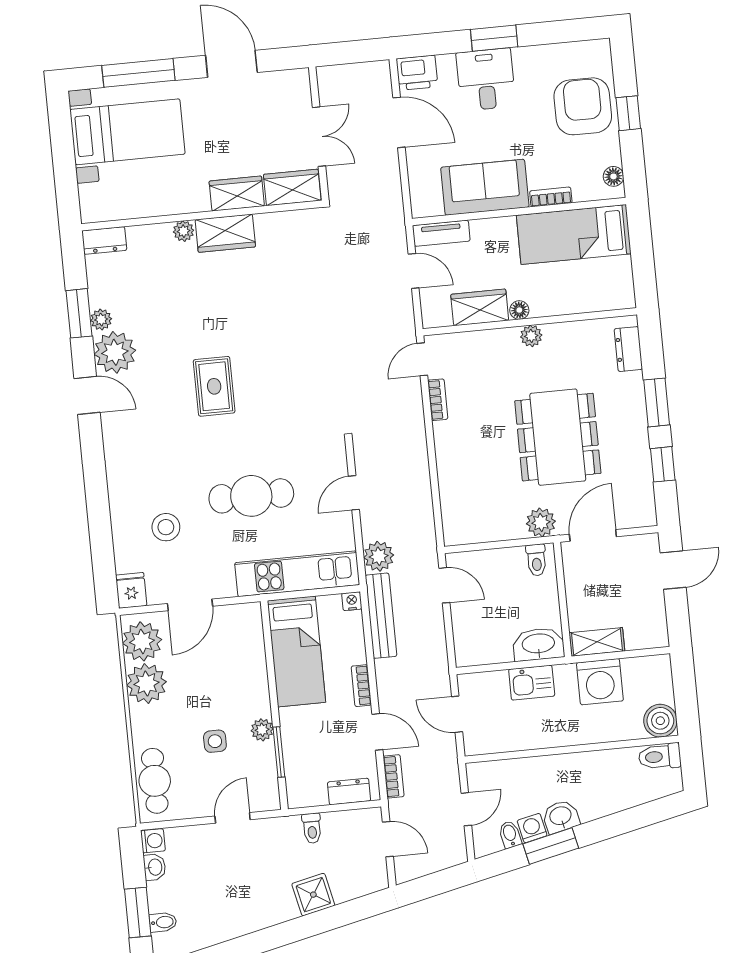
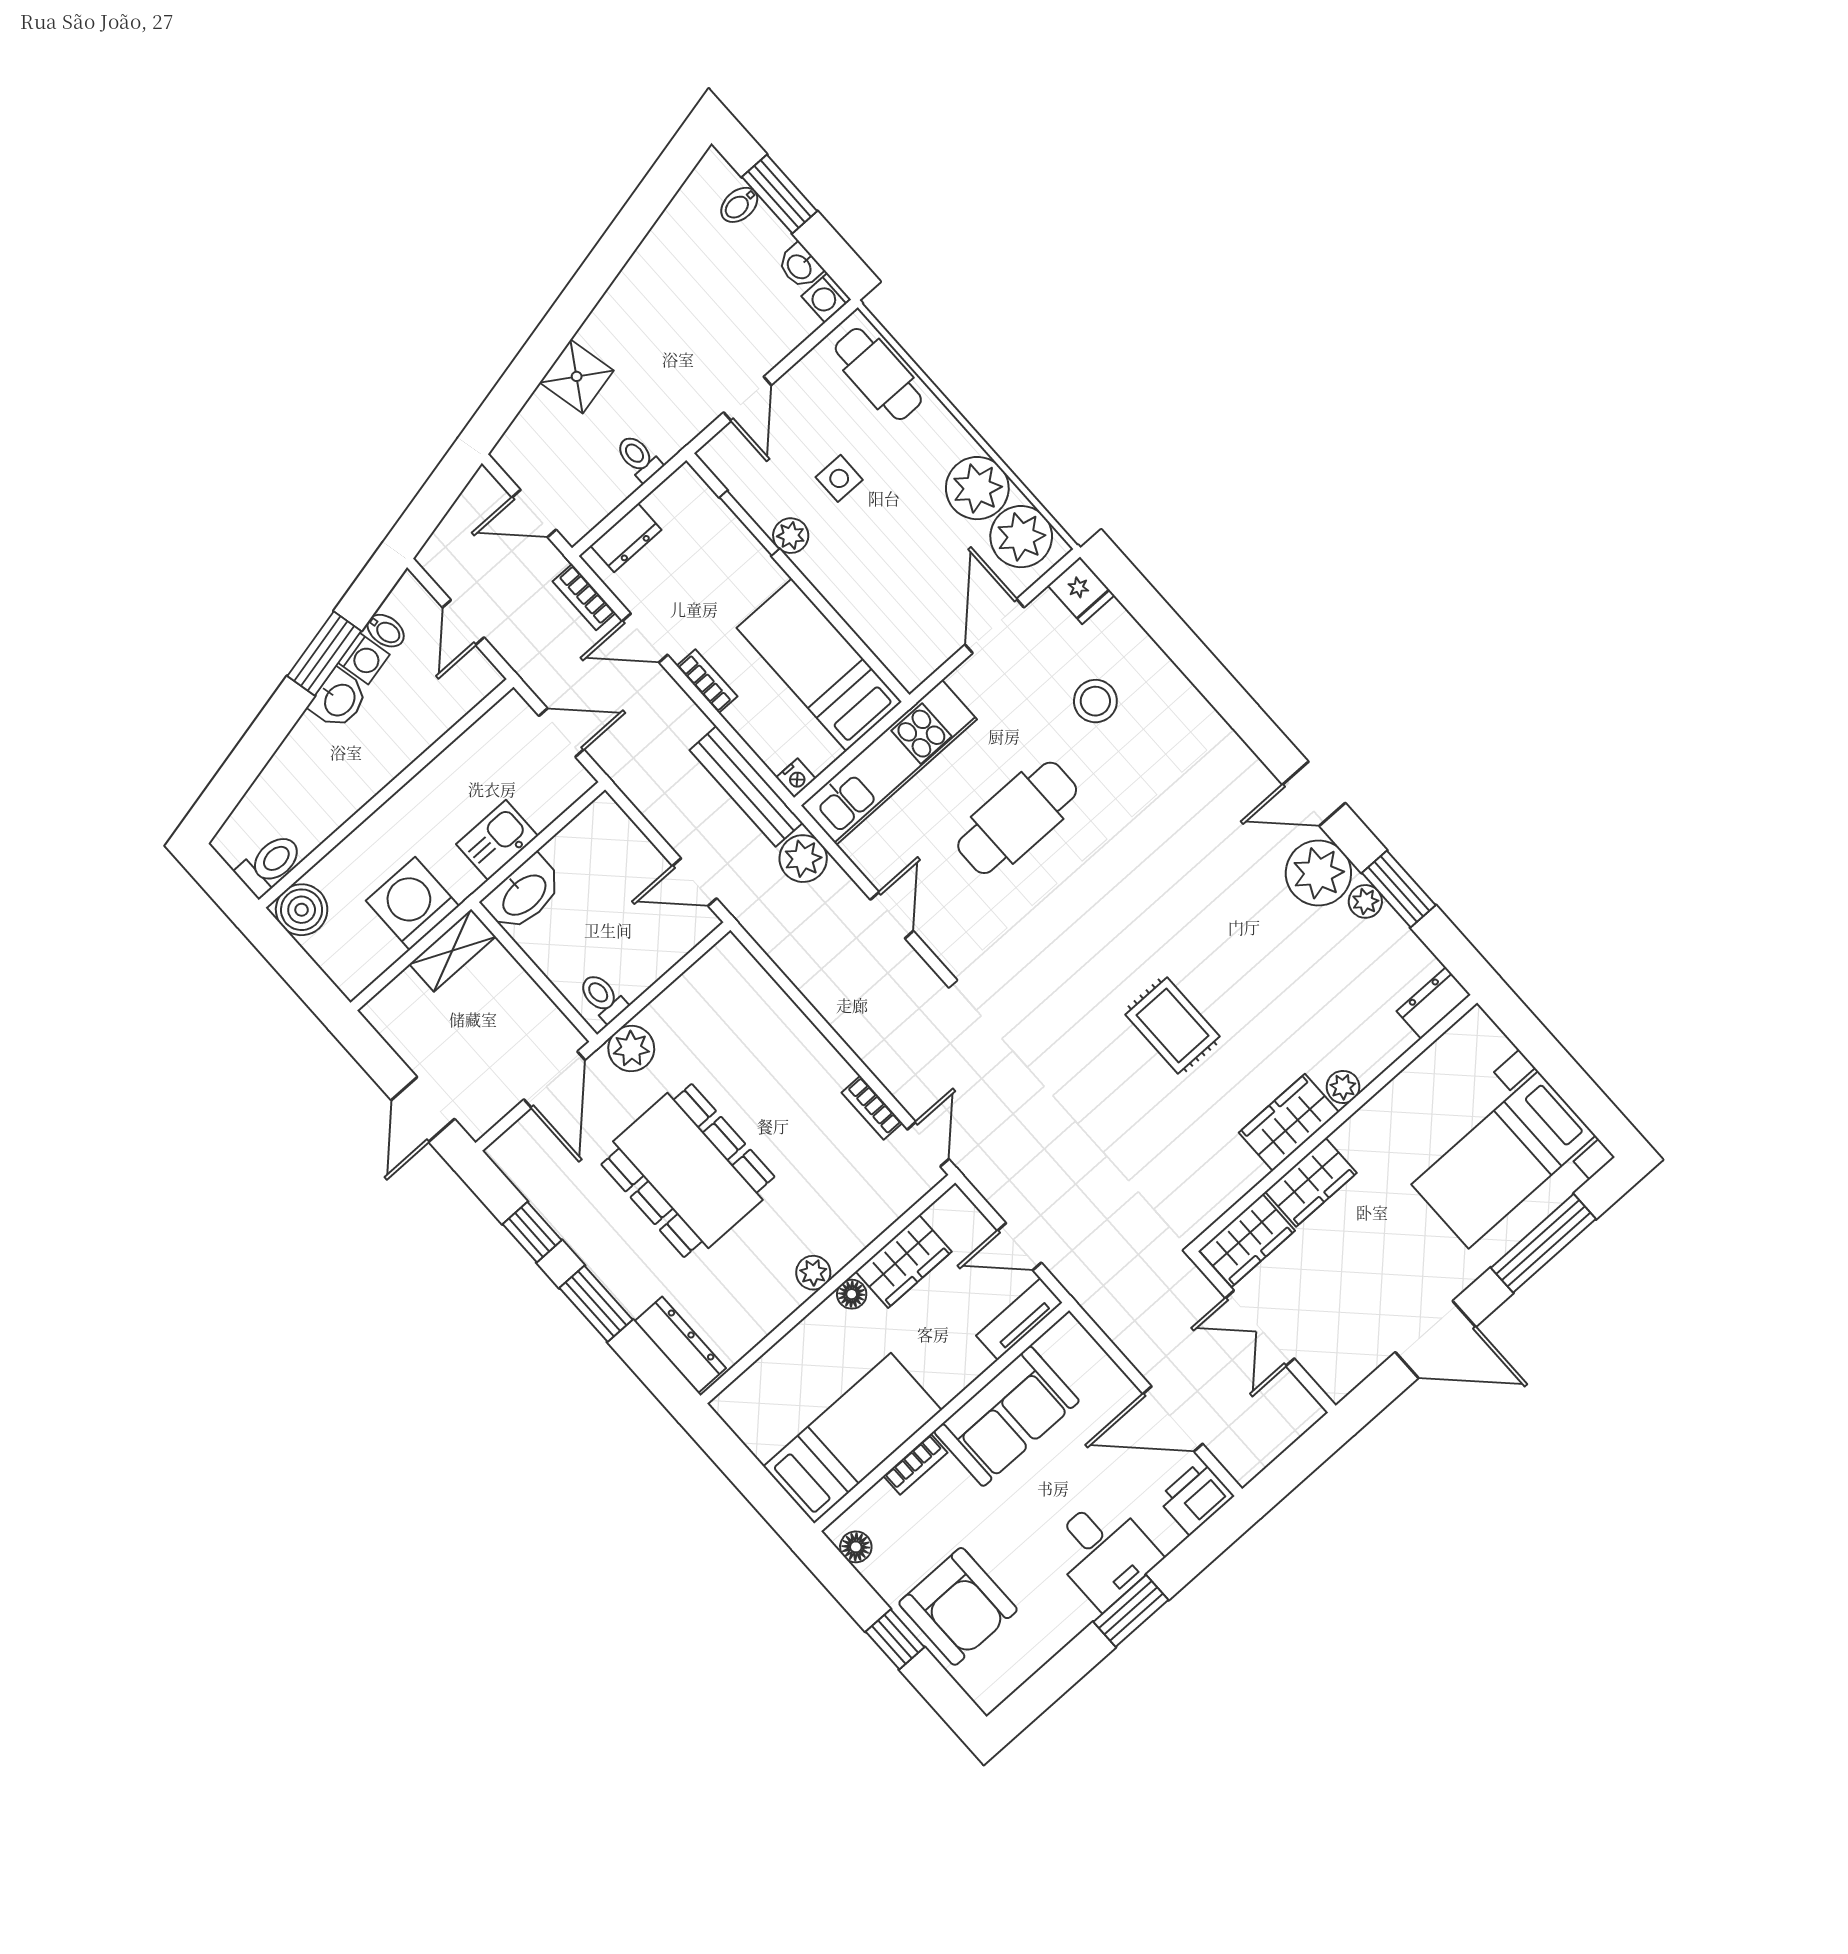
dresser: (628, 349) -> (680, 1345), width x1.44
rug: (214, 386) -> (1172, 1025), moved

